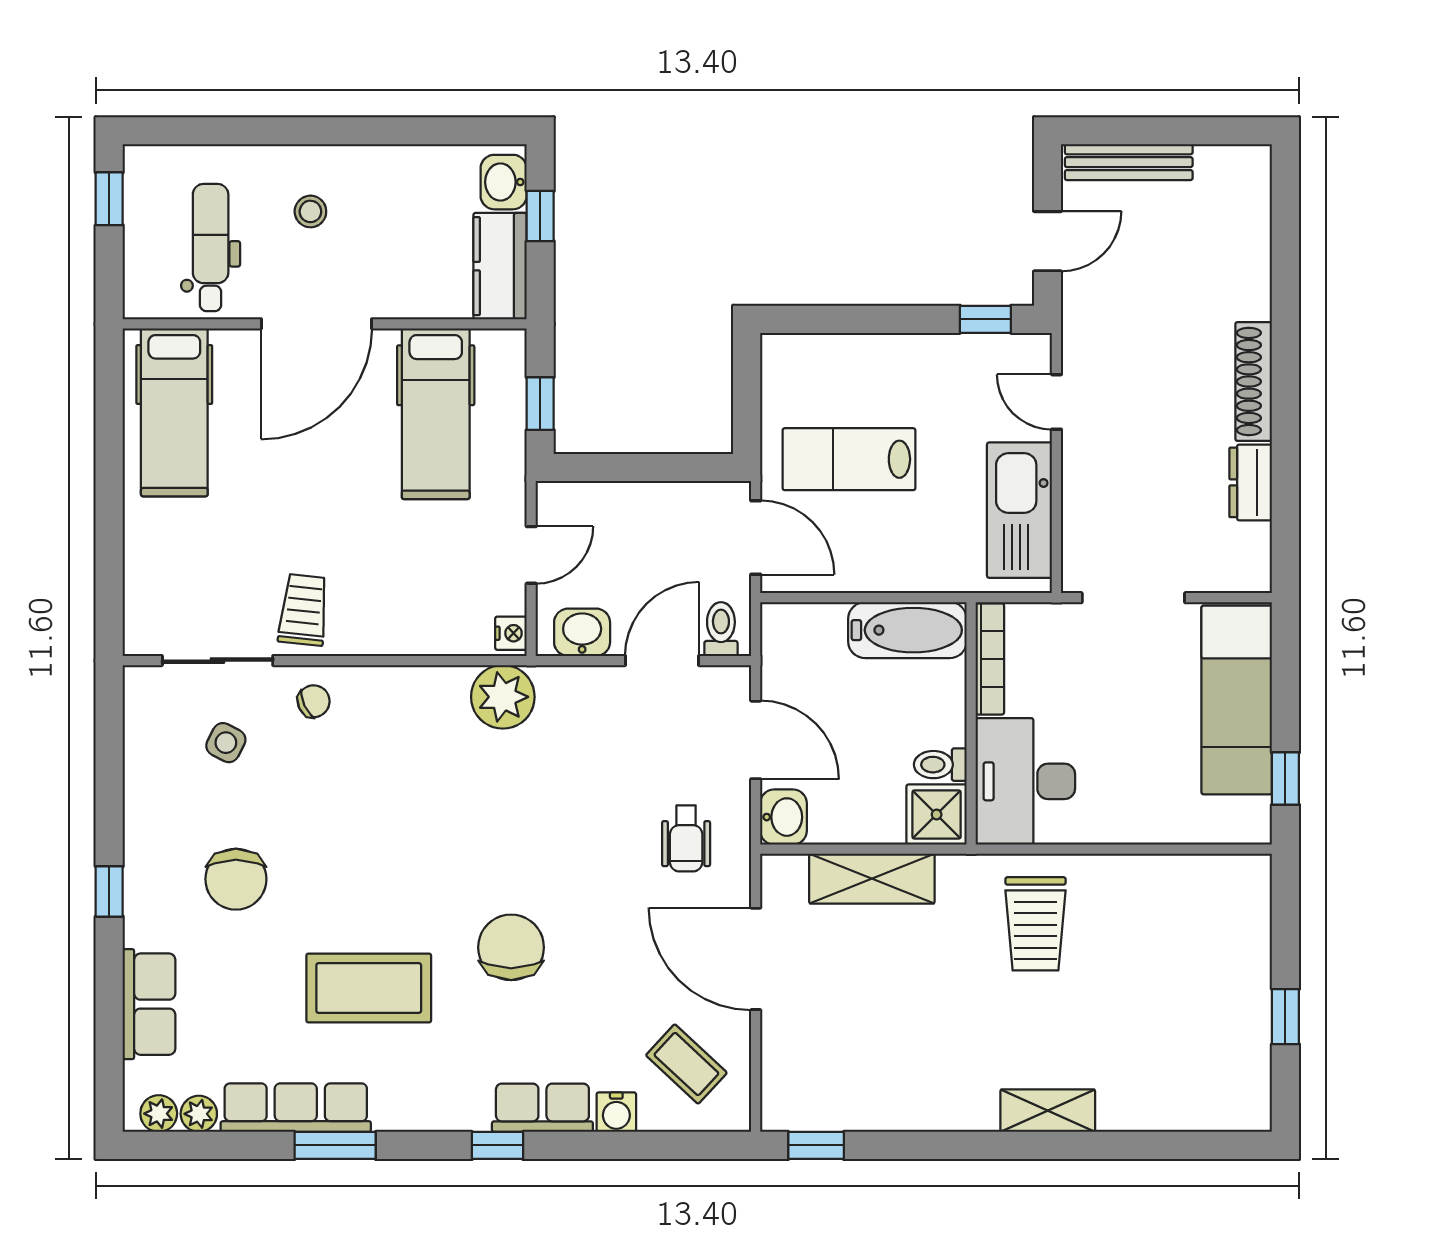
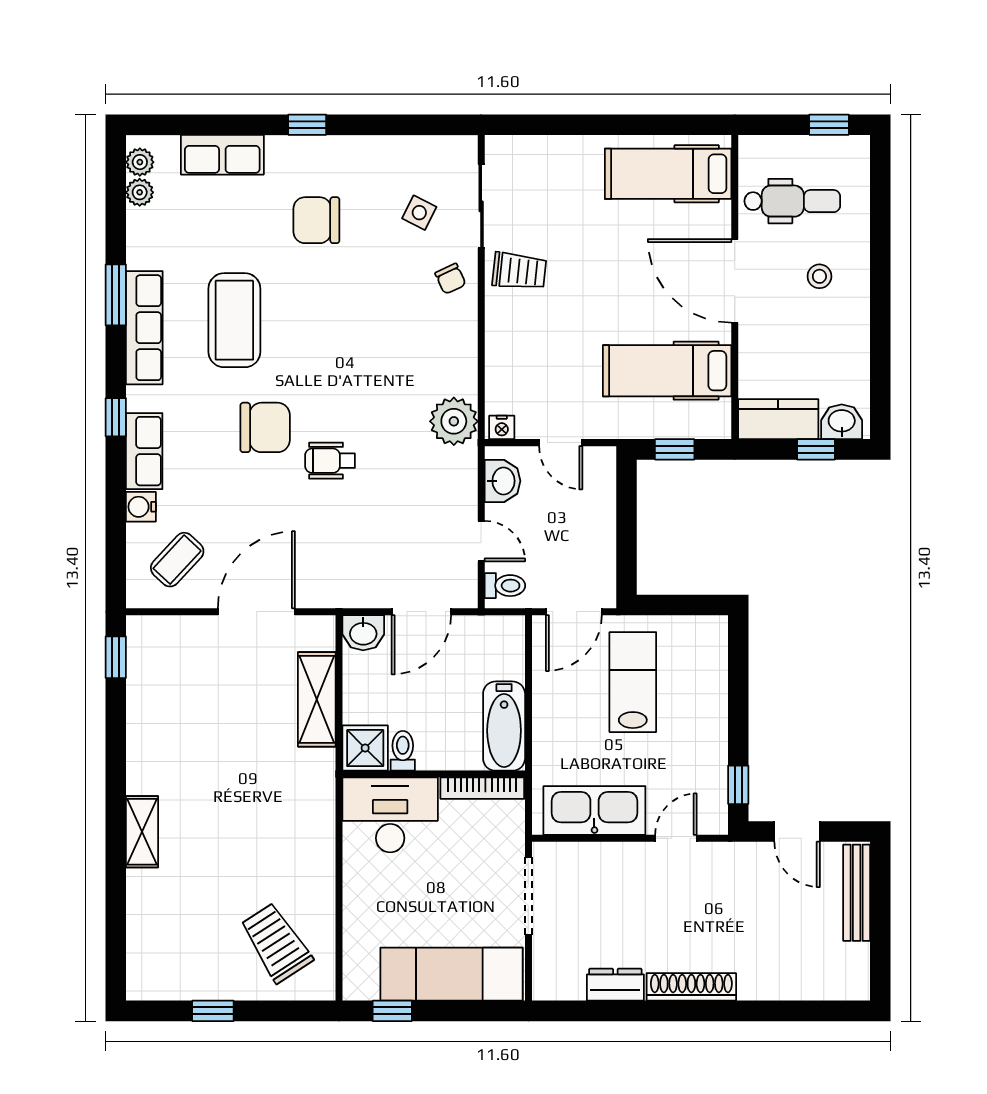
door: (662, 661) -> (481, 541), width x0.73
wheelchair: (686, 838) -> (330, 461), moved
trolley: (1036, 924) -> (276, 943), moved, turned 57
row of seats: (296, 1108) -> (144, 328), moved

